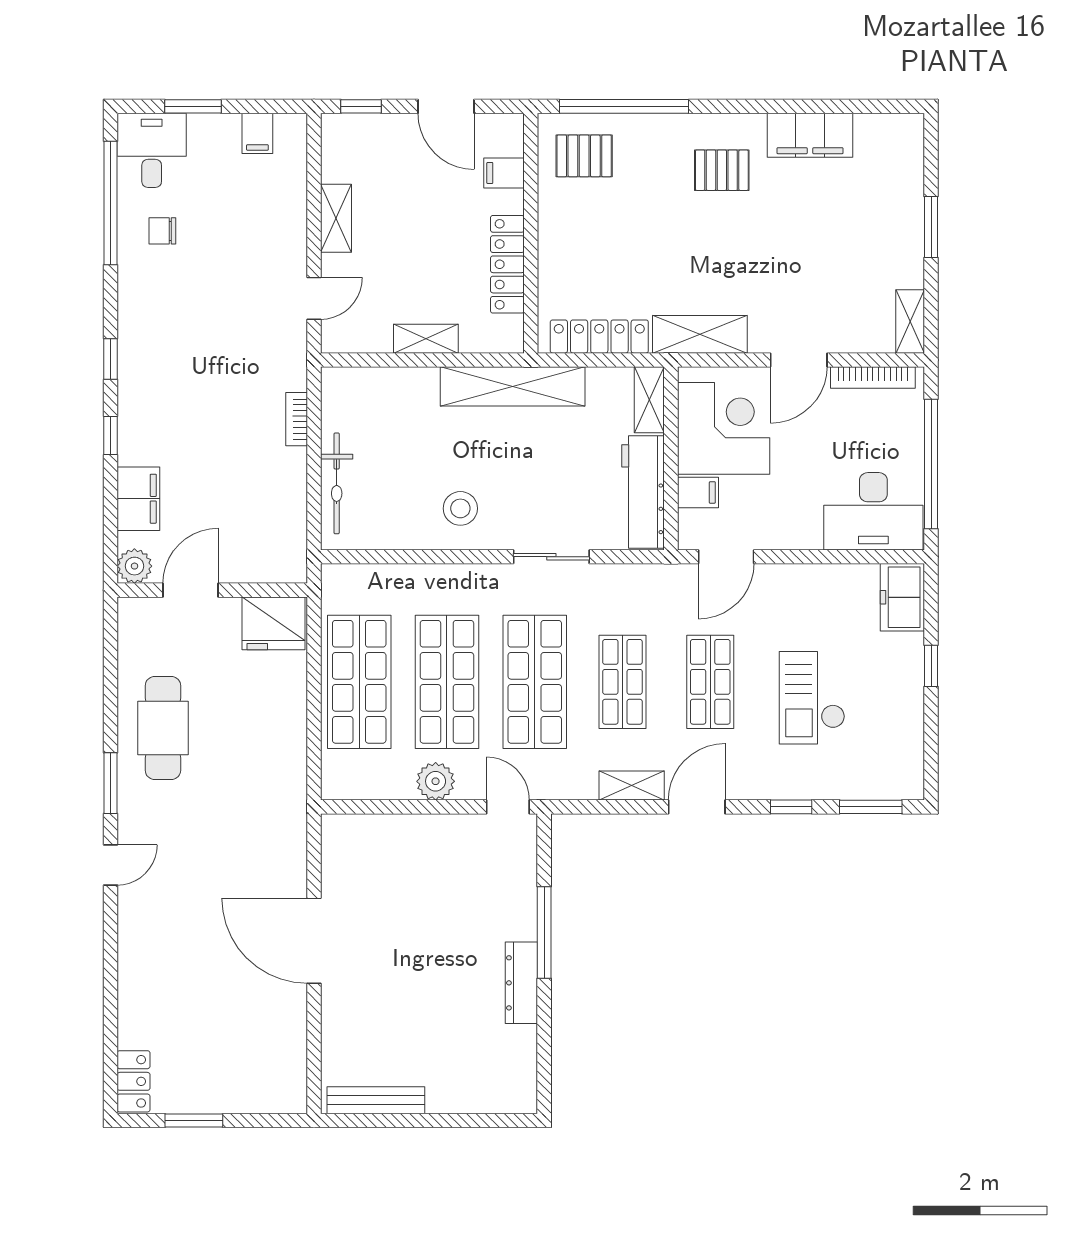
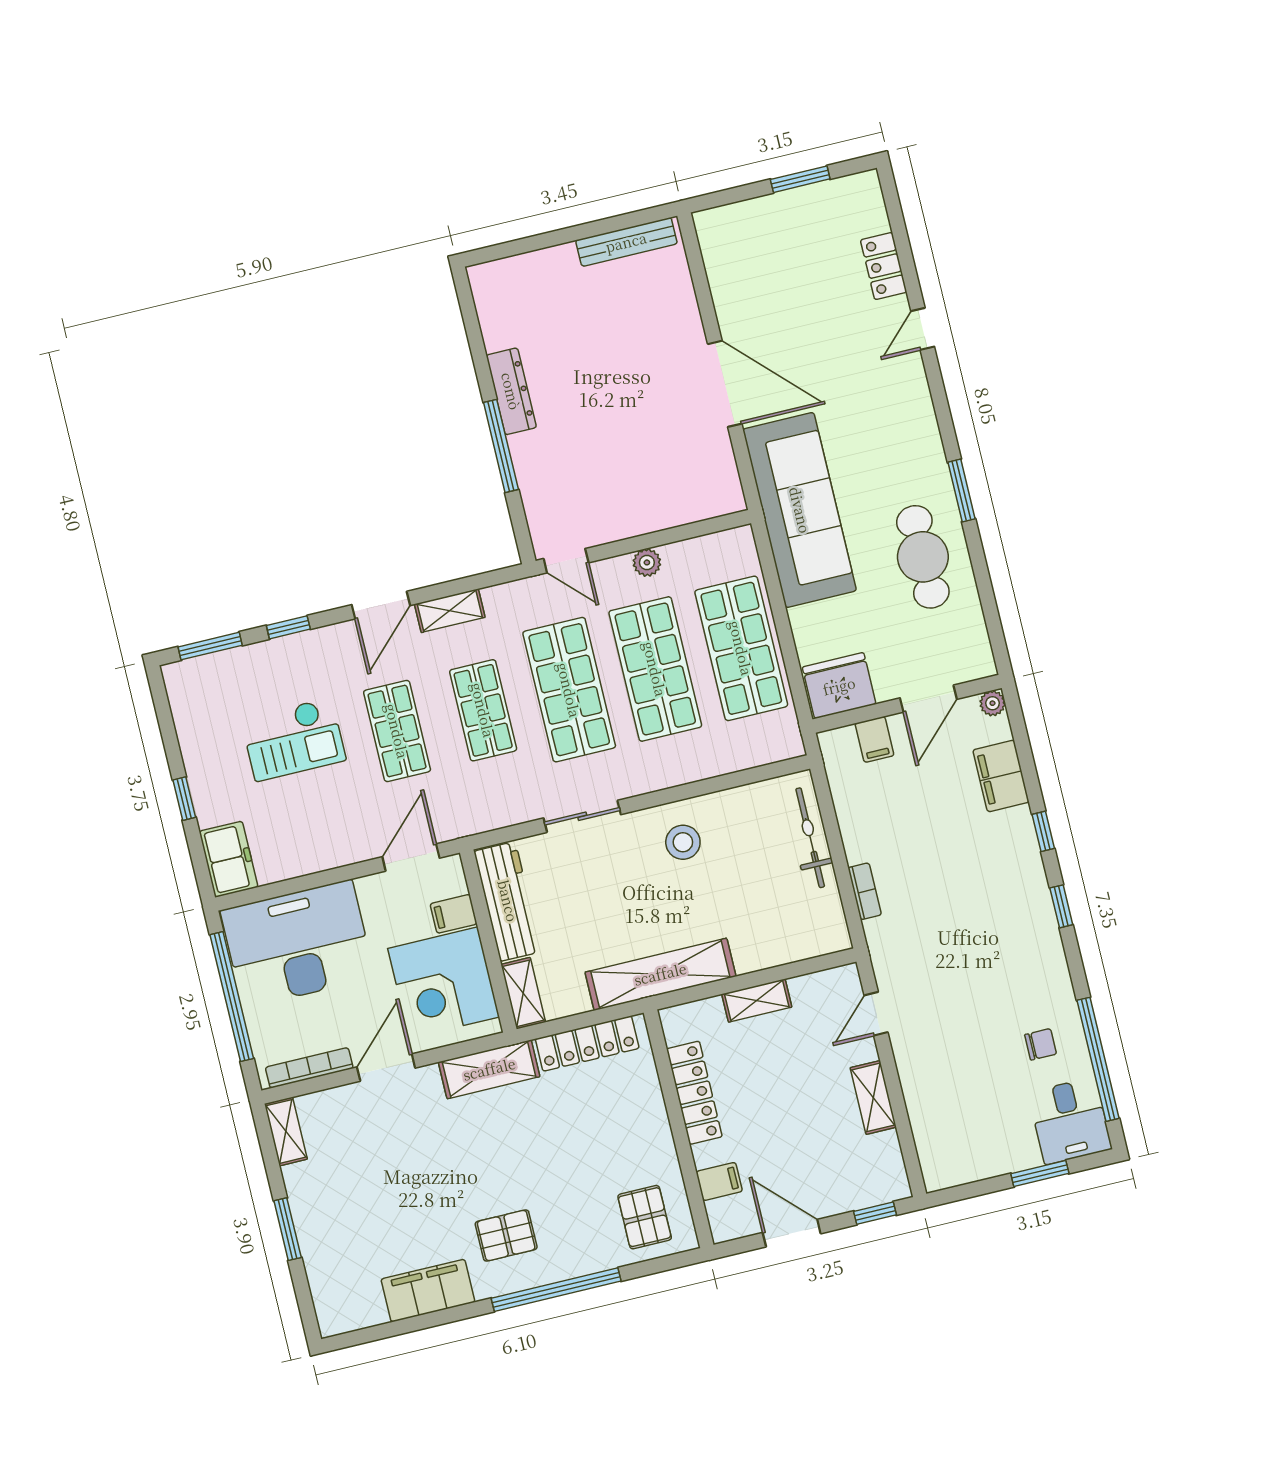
window: (624, 106) -> (556, 1290), moved
filing cabinet: (257, 133) -> (874, 739), moved, turned 180
pallet: (584, 156) -> (645, 1217), turned 90
desk: (873, 511) -> (298, 944), width x1.36, depth x1.30
plant: (134, 566) -> (992, 703), width x0.73, depth x0.73
checkout: (812, 698) -> (293, 739), turned 90
plant: (436, 781) -> (647, 562), width x0.73, depth x0.73
sofa: (271, 802) -> (800, 510), added
door: (110, 865) -> (923, 329), moved
locker: (134, 1081) -> (884, 266), moved

